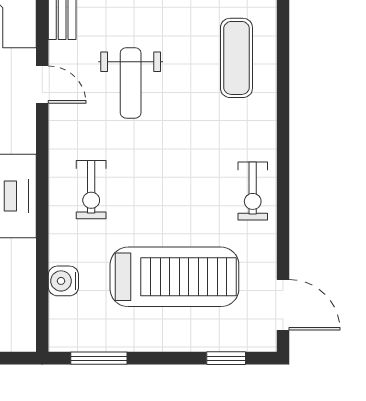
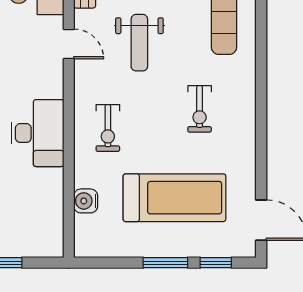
exercise bike: (253, 191) -> (200, 109), moved
window: (99, 358) -> (165, 263), moved

